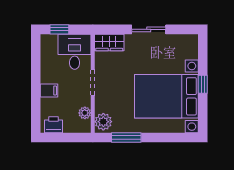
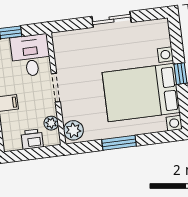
wardrobe: (109, 42) -> (69, 40), removed
printer: (53, 125) -> (32, 139), moved
window: (126, 137) -> (119, 143), moved

